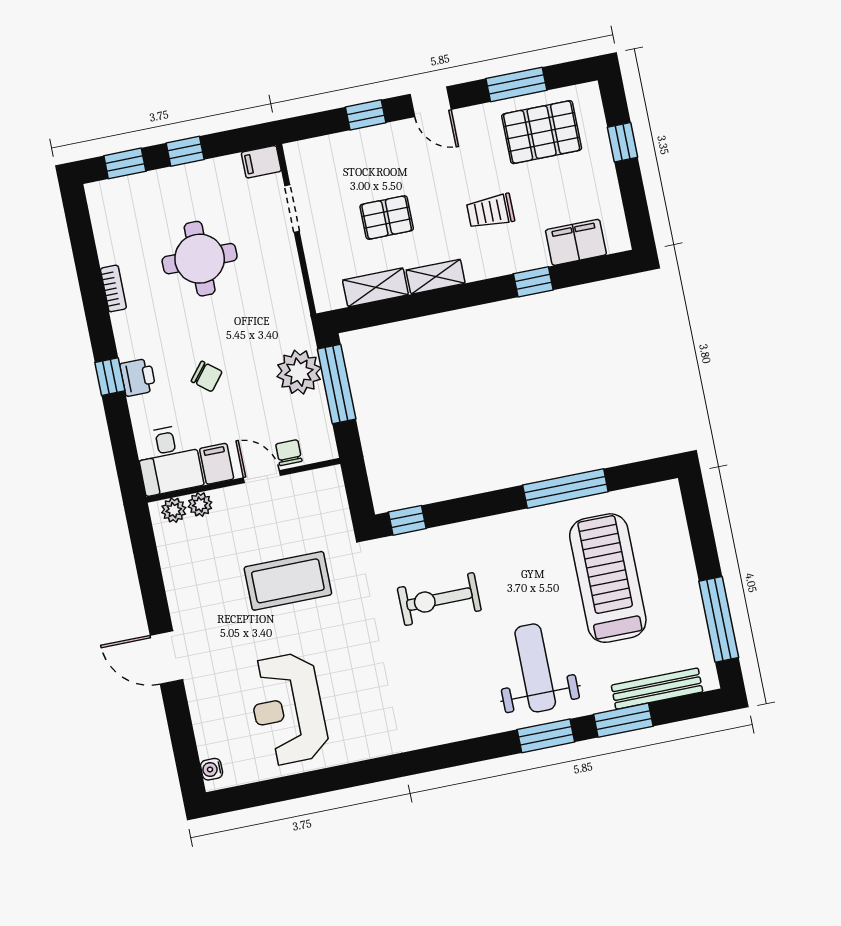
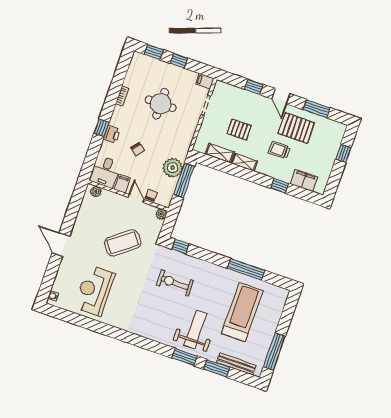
pallet: (542, 132) -> (296, 128), moved
plant: (200, 504) -> (161, 214), moved
coffee table: (288, 581) -> (123, 243), turned -37

